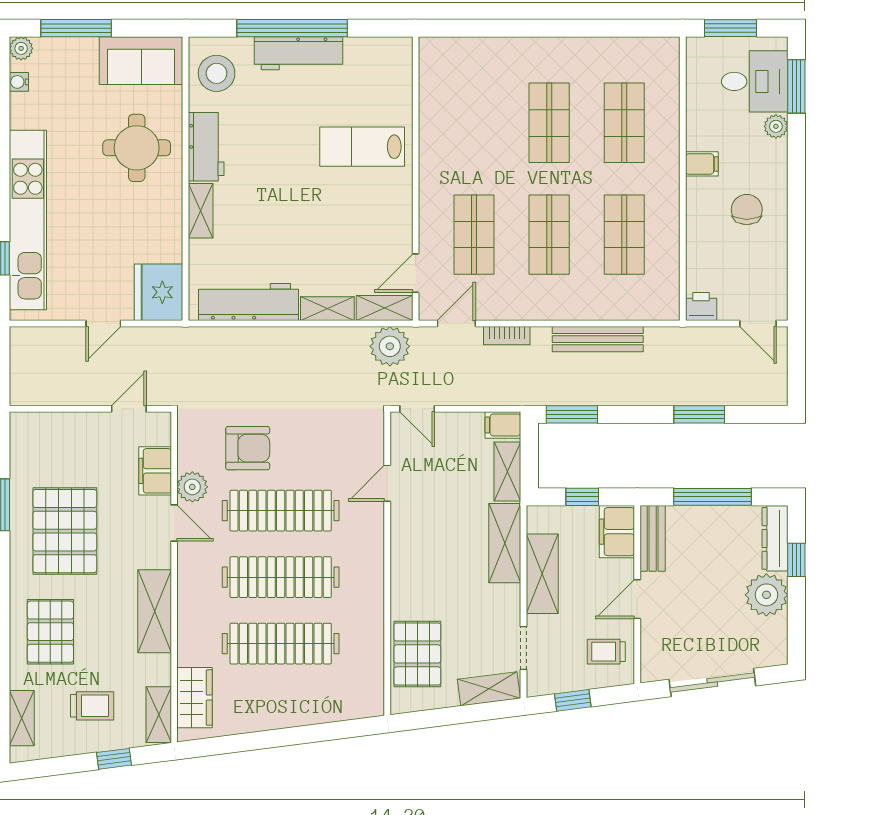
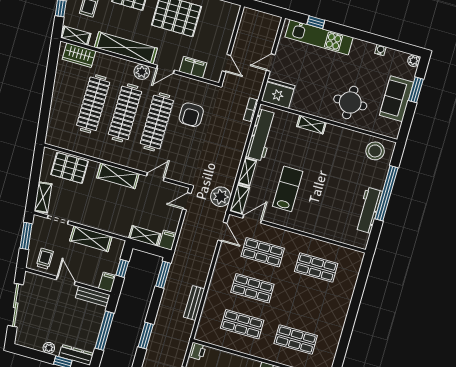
window: (76, 28) -> (416, 90), width x0.69
workbench: (299, 53) -> (369, 210), moved
sofa: (141, 61) -> (396, 99), moved
water cooler: (19, 82) -> (380, 50), moved
shop shelf: (549, 123) -> (316, 267), moved
workbench: (206, 147) -> (341, 136), removed
lab bench: (362, 147) -> (288, 189), moved
kitchen unit: (28, 220) -> (319, 37), width x0.73
door: (416, 273) -> (252, 219), hinge flipped
door: (103, 324) -> (271, 63), hinge flipped
bookcase: (507, 336) -> (251, 110), moved
bench: (598, 339) -> (194, 303), width x0.73
door: (387, 483) -> (155, 177), hinge flipped
plant: (192, 487) -> (142, 72), moved
filing cabinet: (617, 532) -> (107, 282), width x0.50
shelving: (505, 543) -> (118, 176), moved
plant: (766, 595) -> (49, 348), width x0.53, depth x0.53
shelving: (155, 611) -> (126, 48), width x1.47
window: (573, 700) -> (26, 236), width x1.50

